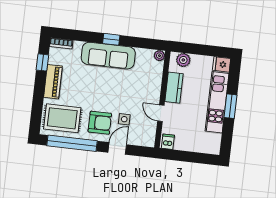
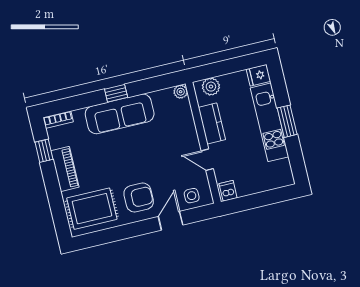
side table: (124, 119) -> (192, 196), moved
window: (72, 143) -> (114, 234), removed

